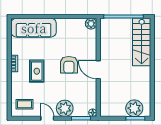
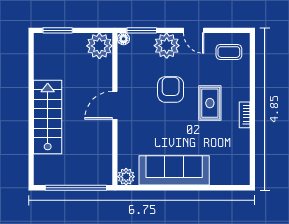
sofa: (34, 28) -> (174, 170), moved
stairs: (142, 42) -> (48, 117), moved
armchair: (69, 65) -> (171, 90), moved
door: (98, 70) -> (115, 105), swing flipped
plant: (134, 108) -> (99, 46), moved

